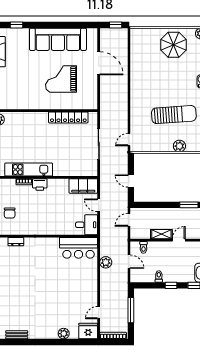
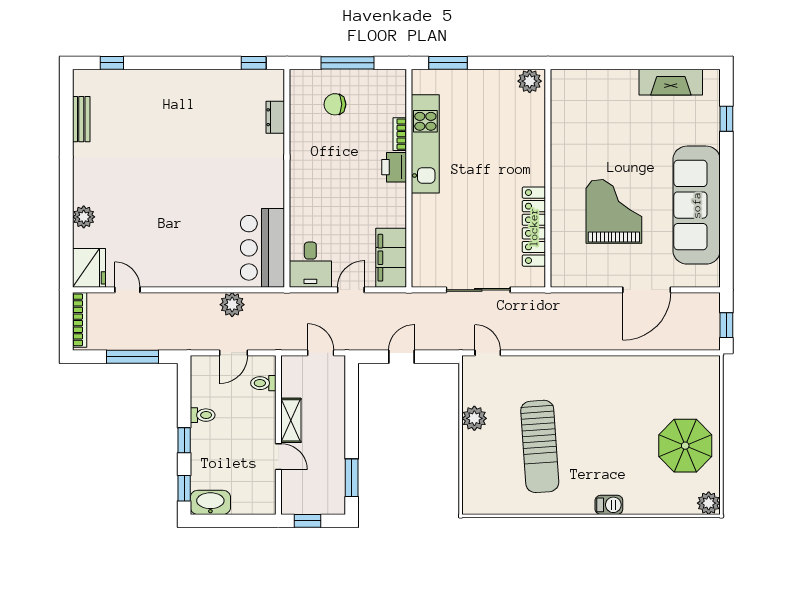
plant: (179, 146) -> (474, 418), moved

